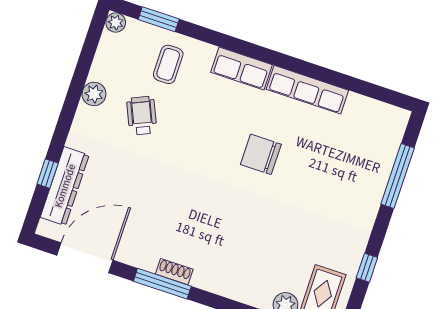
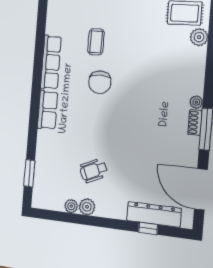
plant: (116, 22) -> (71, 206), moved
coffee table: (168, 64) -> (96, 42), moved, turned 90
plant: (201, 280) -> (196, 102), added

